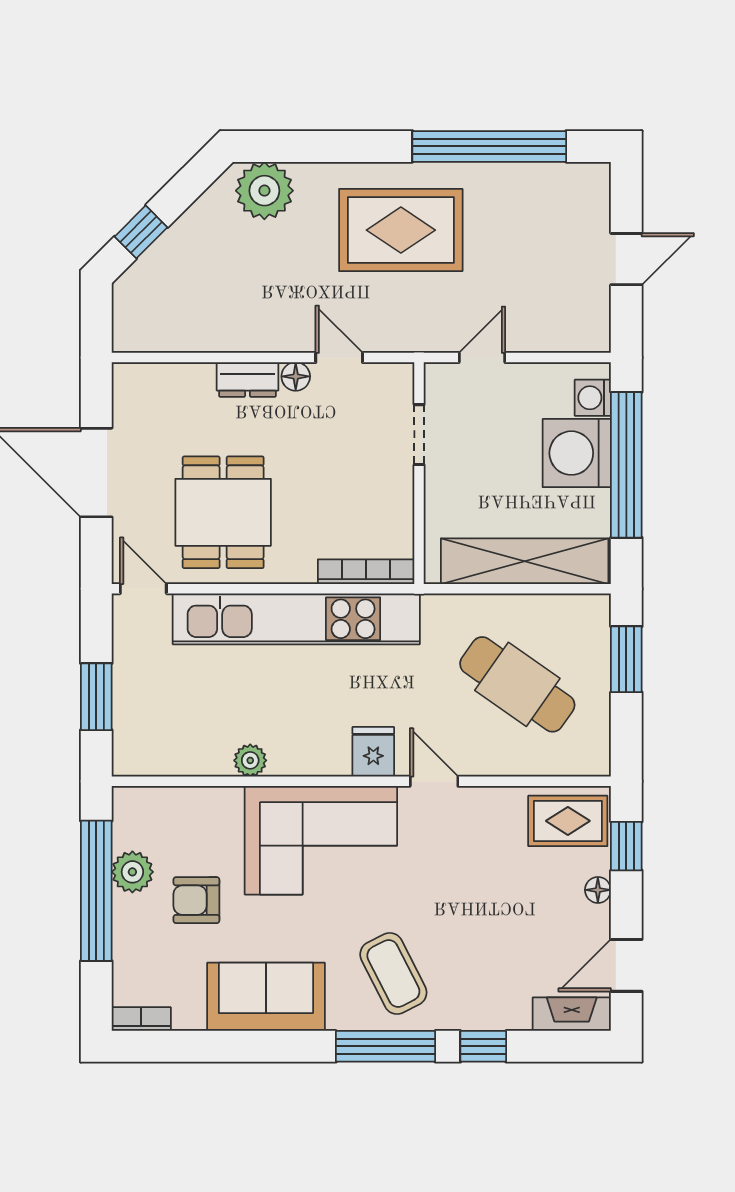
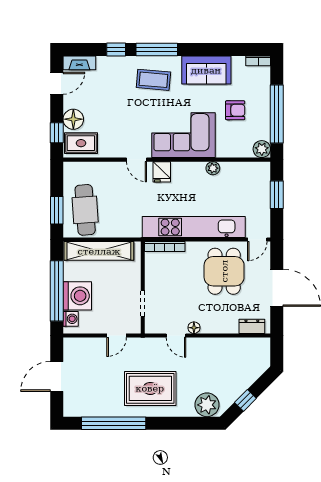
window: (141, 232) -> (245, 400), moved
door: (626, 259) -> (57, 376), width x1.38
dresser: (248, 379) -> (252, 326), moved
door: (143, 589) -> (257, 240), hinge flipped
cafe table: (517, 684) -> (85, 210), moved, turned 51
plant: (132, 872) -> (262, 149), moved
floor lamp: (598, 890) -> (73, 119), width x1.89, depth x1.89
coffee table: (393, 973) -> (153, 80), turned -58

